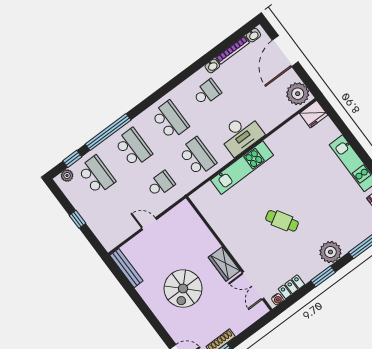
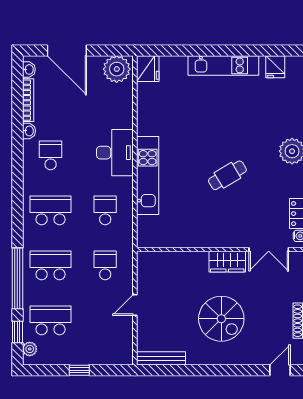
school desk: (197, 157) -> (105, 210), width x0.54

